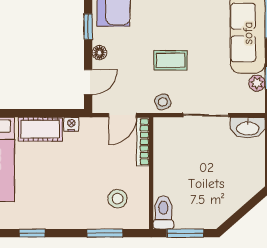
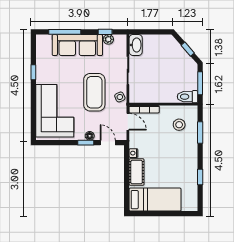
window: (88, 27) -> (86, 143), moved
coffee table: (171, 60) -> (94, 92), width x1.86, depth x1.72
window: (241, 213) -> (188, 49), added

